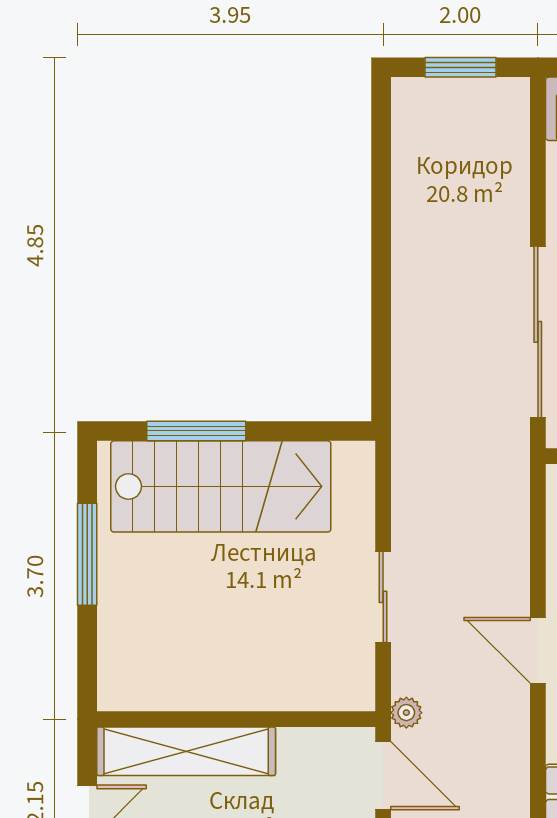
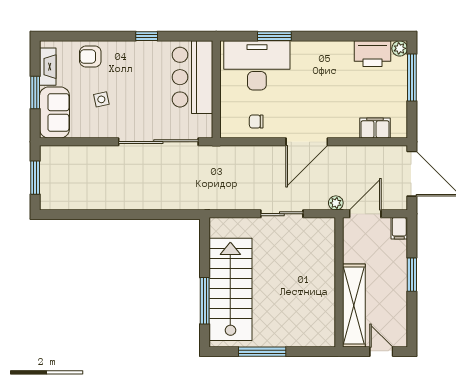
door: (538, 650) -> (307, 142), width x1.36

